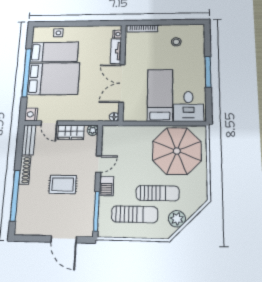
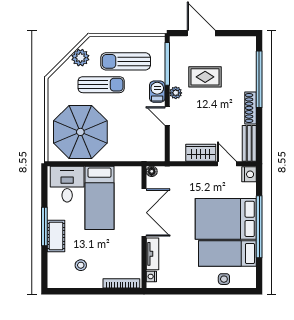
cot: (198, 64) -> (56, 236), added
plant: (93, 130) -> (176, 93), moved
door: (99, 164) -> (167, 116), hinge flipped
rug: (63, 184) -> (205, 77), moved
sun lounger: (158, 193) -> (101, 85), turned 180

